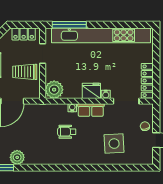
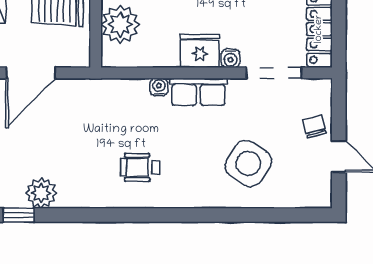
plant: (54, 90) -> (120, 24), moved
wheelchair: (67, 132) -> (140, 167), moved
side table: (114, 144) -> (248, 164), turned 36

